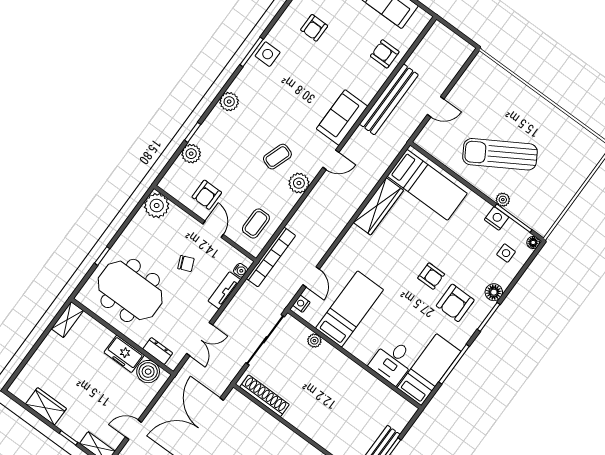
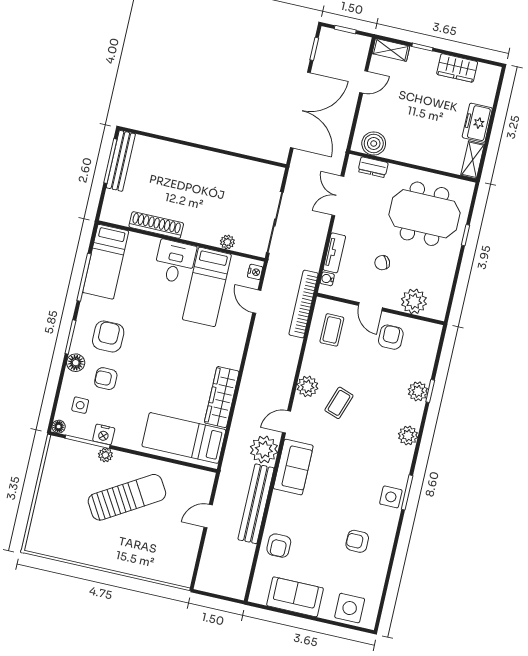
armchair: (314, 28) -> (357, 541), turned -90
armchair: (385, 54) -> (279, 546), turned 90
plant: (361, 144) -> (264, 450), added
plant: (191, 154) -> (418, 391), moved
plant: (157, 206) -> (414, 301), moved
armchair: (431, 276) -> (106, 379), moved
freezer: (124, 354) -> (477, 123), moved, turned -90
desk: (393, 361) -> (175, 262), moved
shoe rack: (265, 396) -> (156, 225), moved, turned 180

